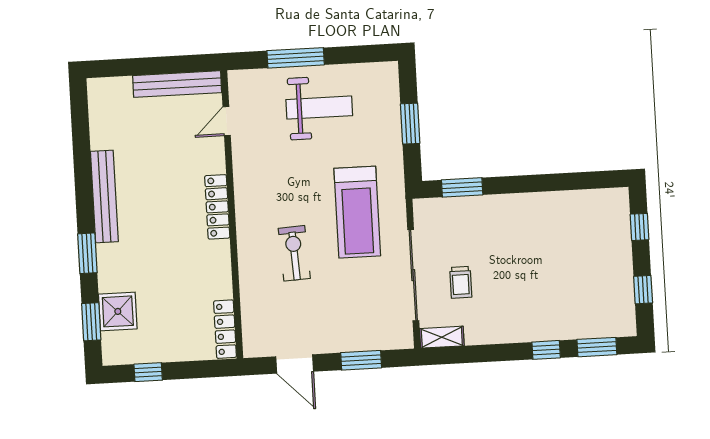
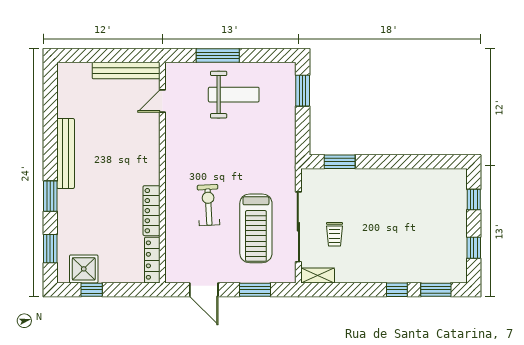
window: (410, 124) -> (303, 91), moved
locker: (217, 207) -> (151, 211), moved
treadmill: (357, 212) -> (256, 228), moved
shower: (118, 311) -> (84, 269), moved

